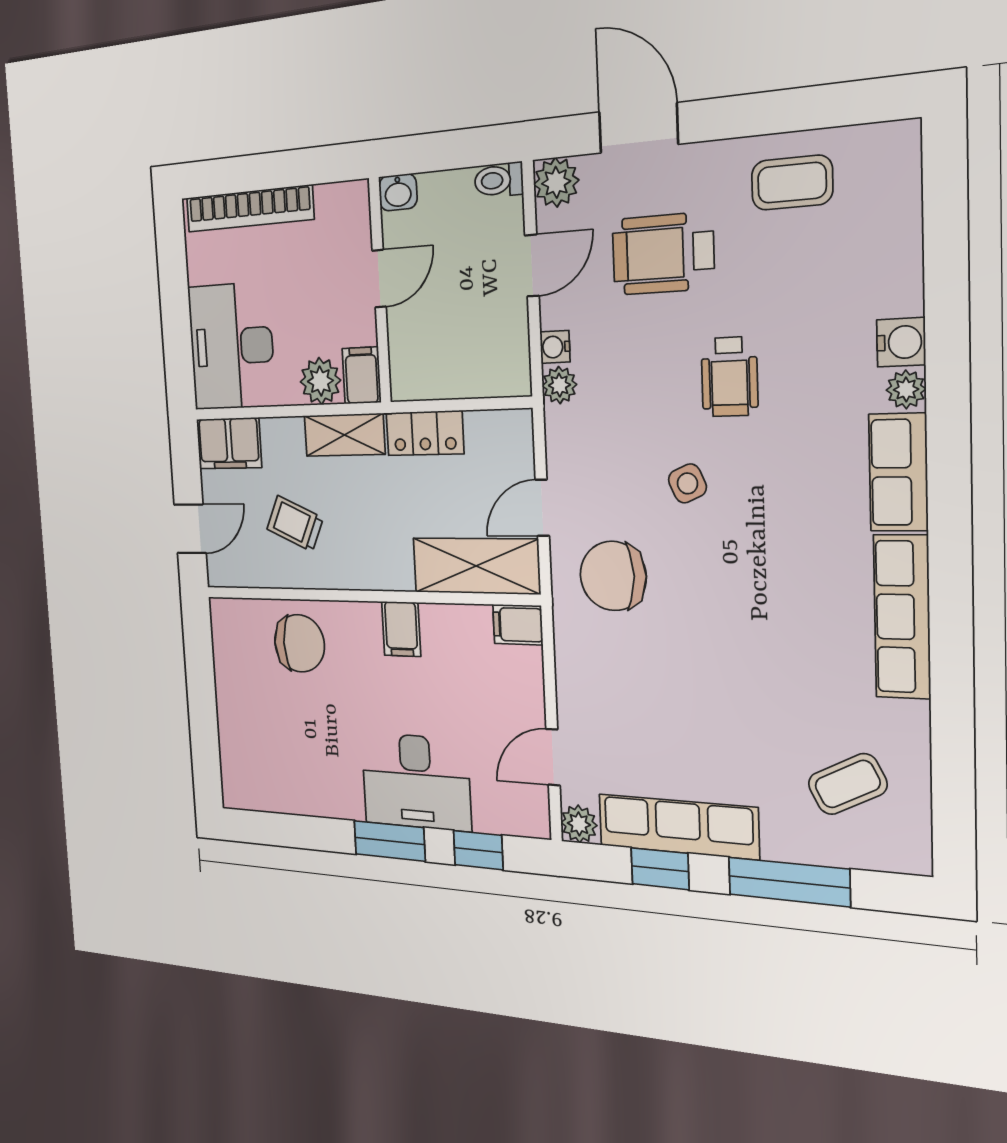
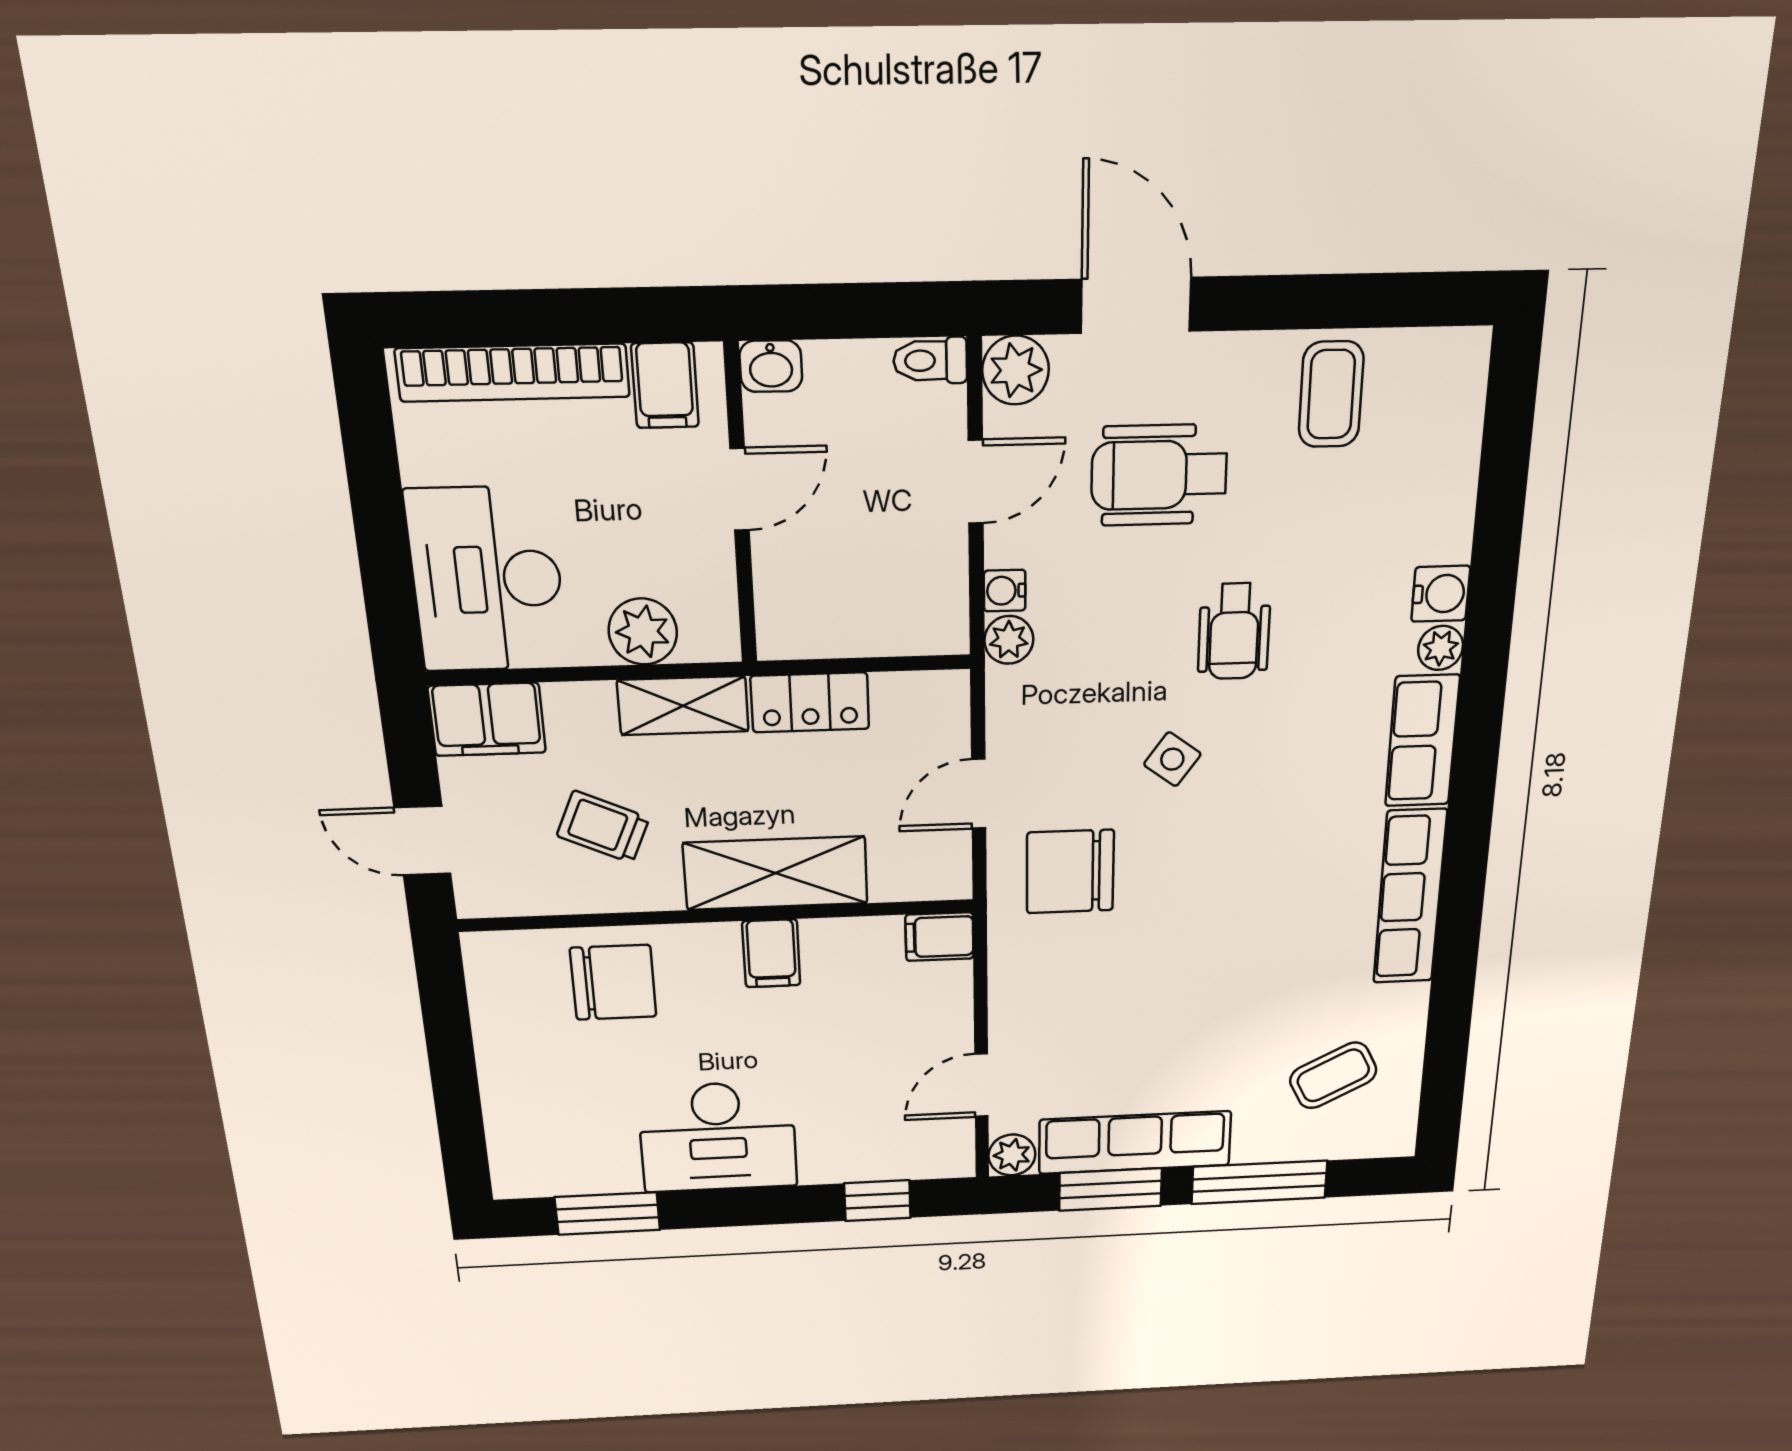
coffee table: (792, 183) -> (1331, 394), turned 90
filing cabinet: (362, 375) -> (665, 385), moved, turned 180
side table: (687, 483) -> (1172, 759), turned -30
door: (190, 529) -> (422, 841), swing flipped
shelving: (476, 566) -> (776, 873), moved
desk: (416, 782) -> (718, 1137), moved
window: (389, 841) -> (607, 1214), moved
window: (660, 869) -> (1110, 1189), width x1.50

